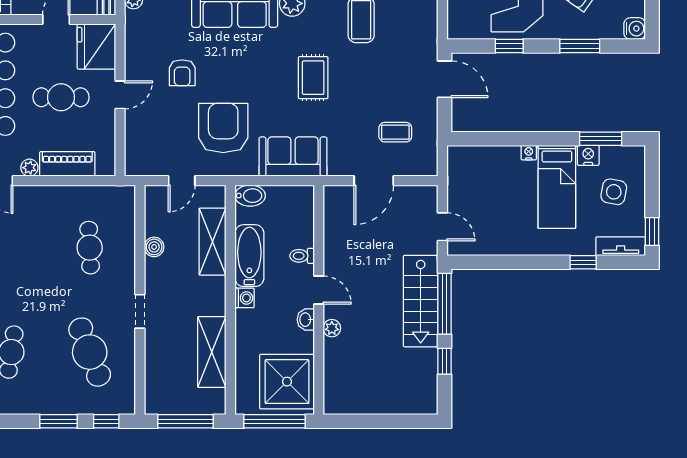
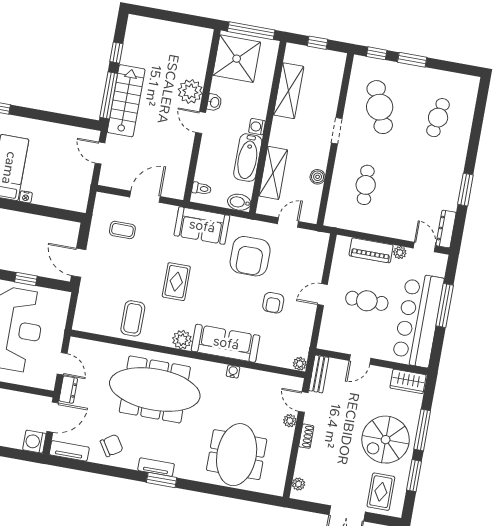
fridge: (96, 47) -> (334, 334), removed
armchair: (182, 73) -> (273, 303), turned 180
toilet: (302, 256) -> (202, 189), moved
plant: (332, 328) -> (190, 91), width x1.87, depth x1.87
window: (186, 421) -> (317, 43), width x0.46

